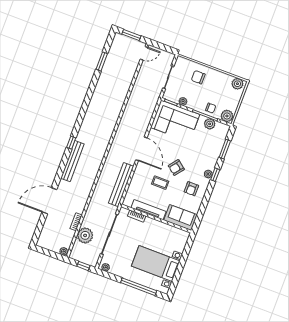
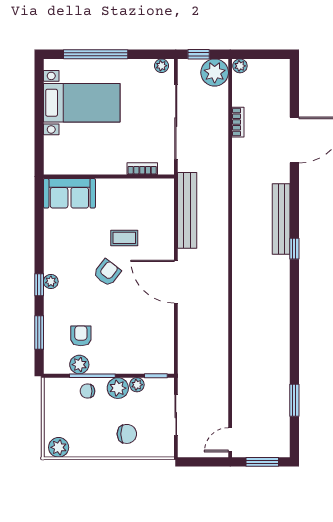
plant: (227, 116) -> (118, 388), moved
corner sofa: (175, 121) -> (138, 348), removed
armchair: (191, 189) -> (81, 336), moved
tv unit: (149, 210) -> (127, 186), removed
plant: (85, 235) -> (215, 73), moved

